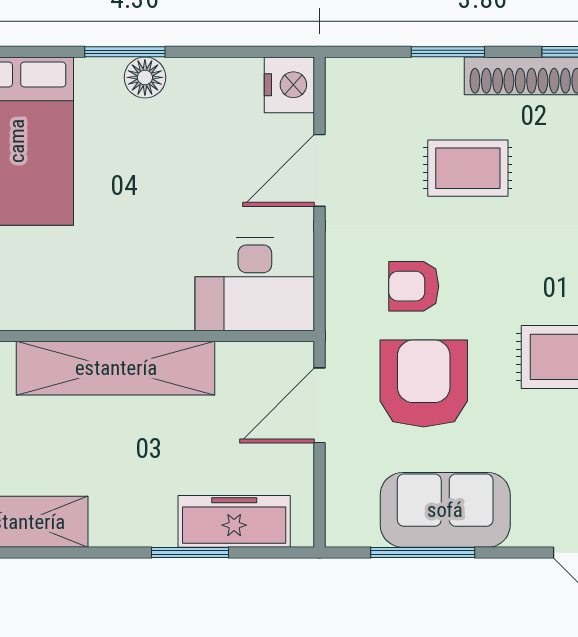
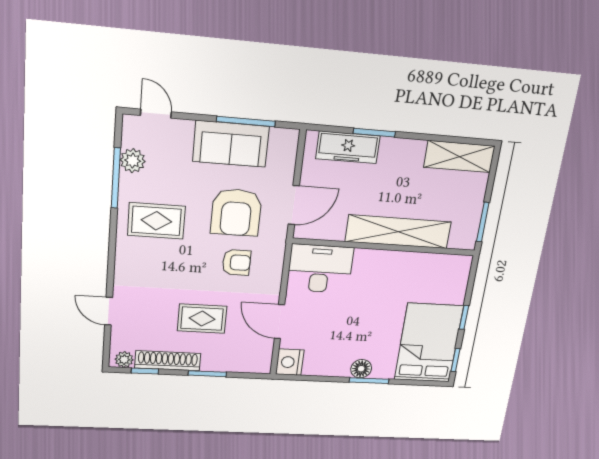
door: (320, 170) -> (279, 322), swing flipped

